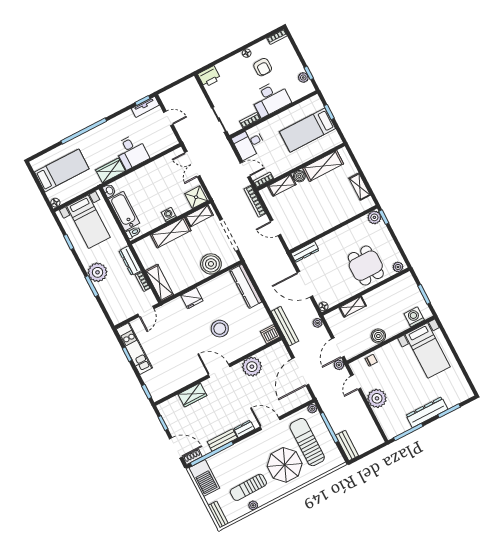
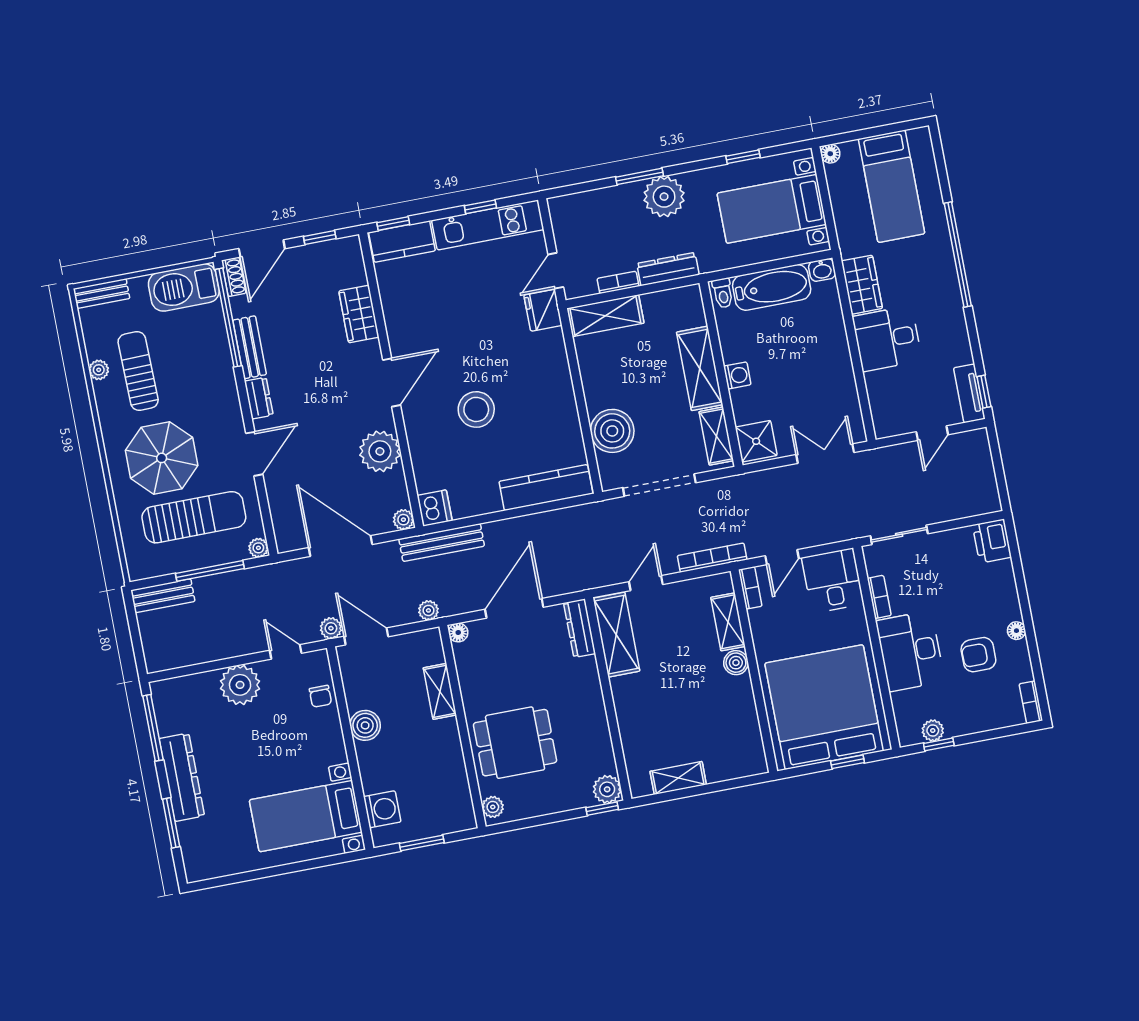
bed: (308, 130) -> (824, 707), width x2.04
shelving: (323, 166) -> (616, 635), moved
fridge: (192, 298) -> (543, 310), moved
door: (146, 311) -> (556, 271), hinge flipped
plant: (280, 347) -> (403, 520), added
kitchen counter: (154, 385) -> (402, 242), added

